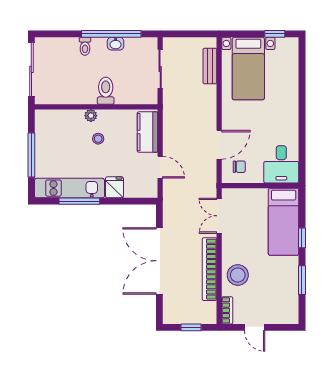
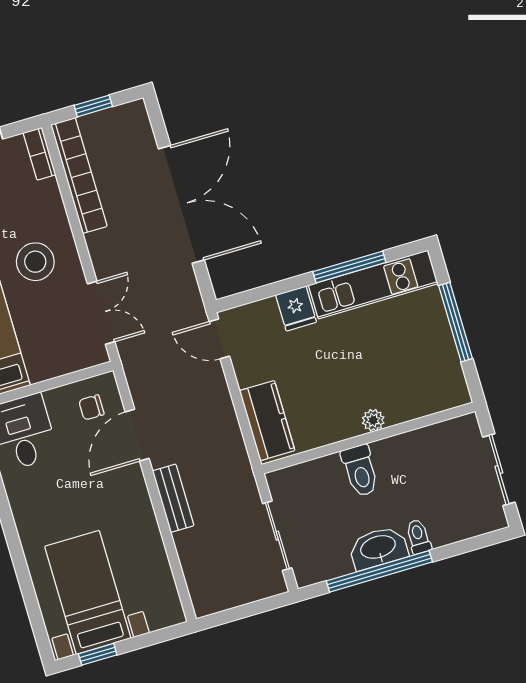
washbasin: (116, 44) -> (378, 548), width x1.91, depth x1.45
bench: (210, 66) -> (173, 498), moved
sliding door: (31, 69) -> (499, 470), width x0.73
bed with nightstands: (248, 69) -> (88, 592), moved
stool: (98, 139) -> (349, 384), removed
door: (160, 167) -> (219, 339), moved
bookcase: (210, 269) -> (79, 176), moved
stool: (238, 275) -> (35, 262), moved

